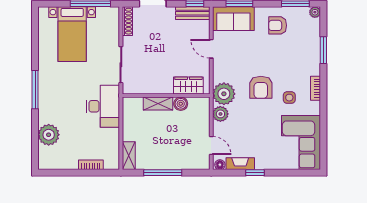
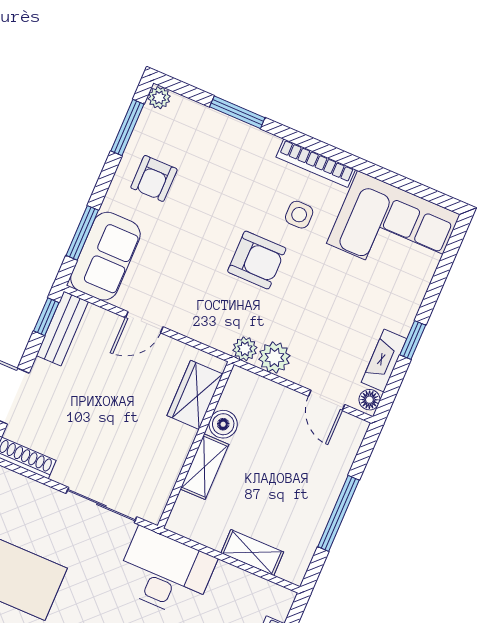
bookcase: (316, 88) -> (316, 163), width x1.56
plant: (224, 94) -> (245, 349), width x0.53, depth x0.53
door: (211, 146) -> (327, 400), swing flipped
shelving: (129, 156) -> (252, 552), moved

